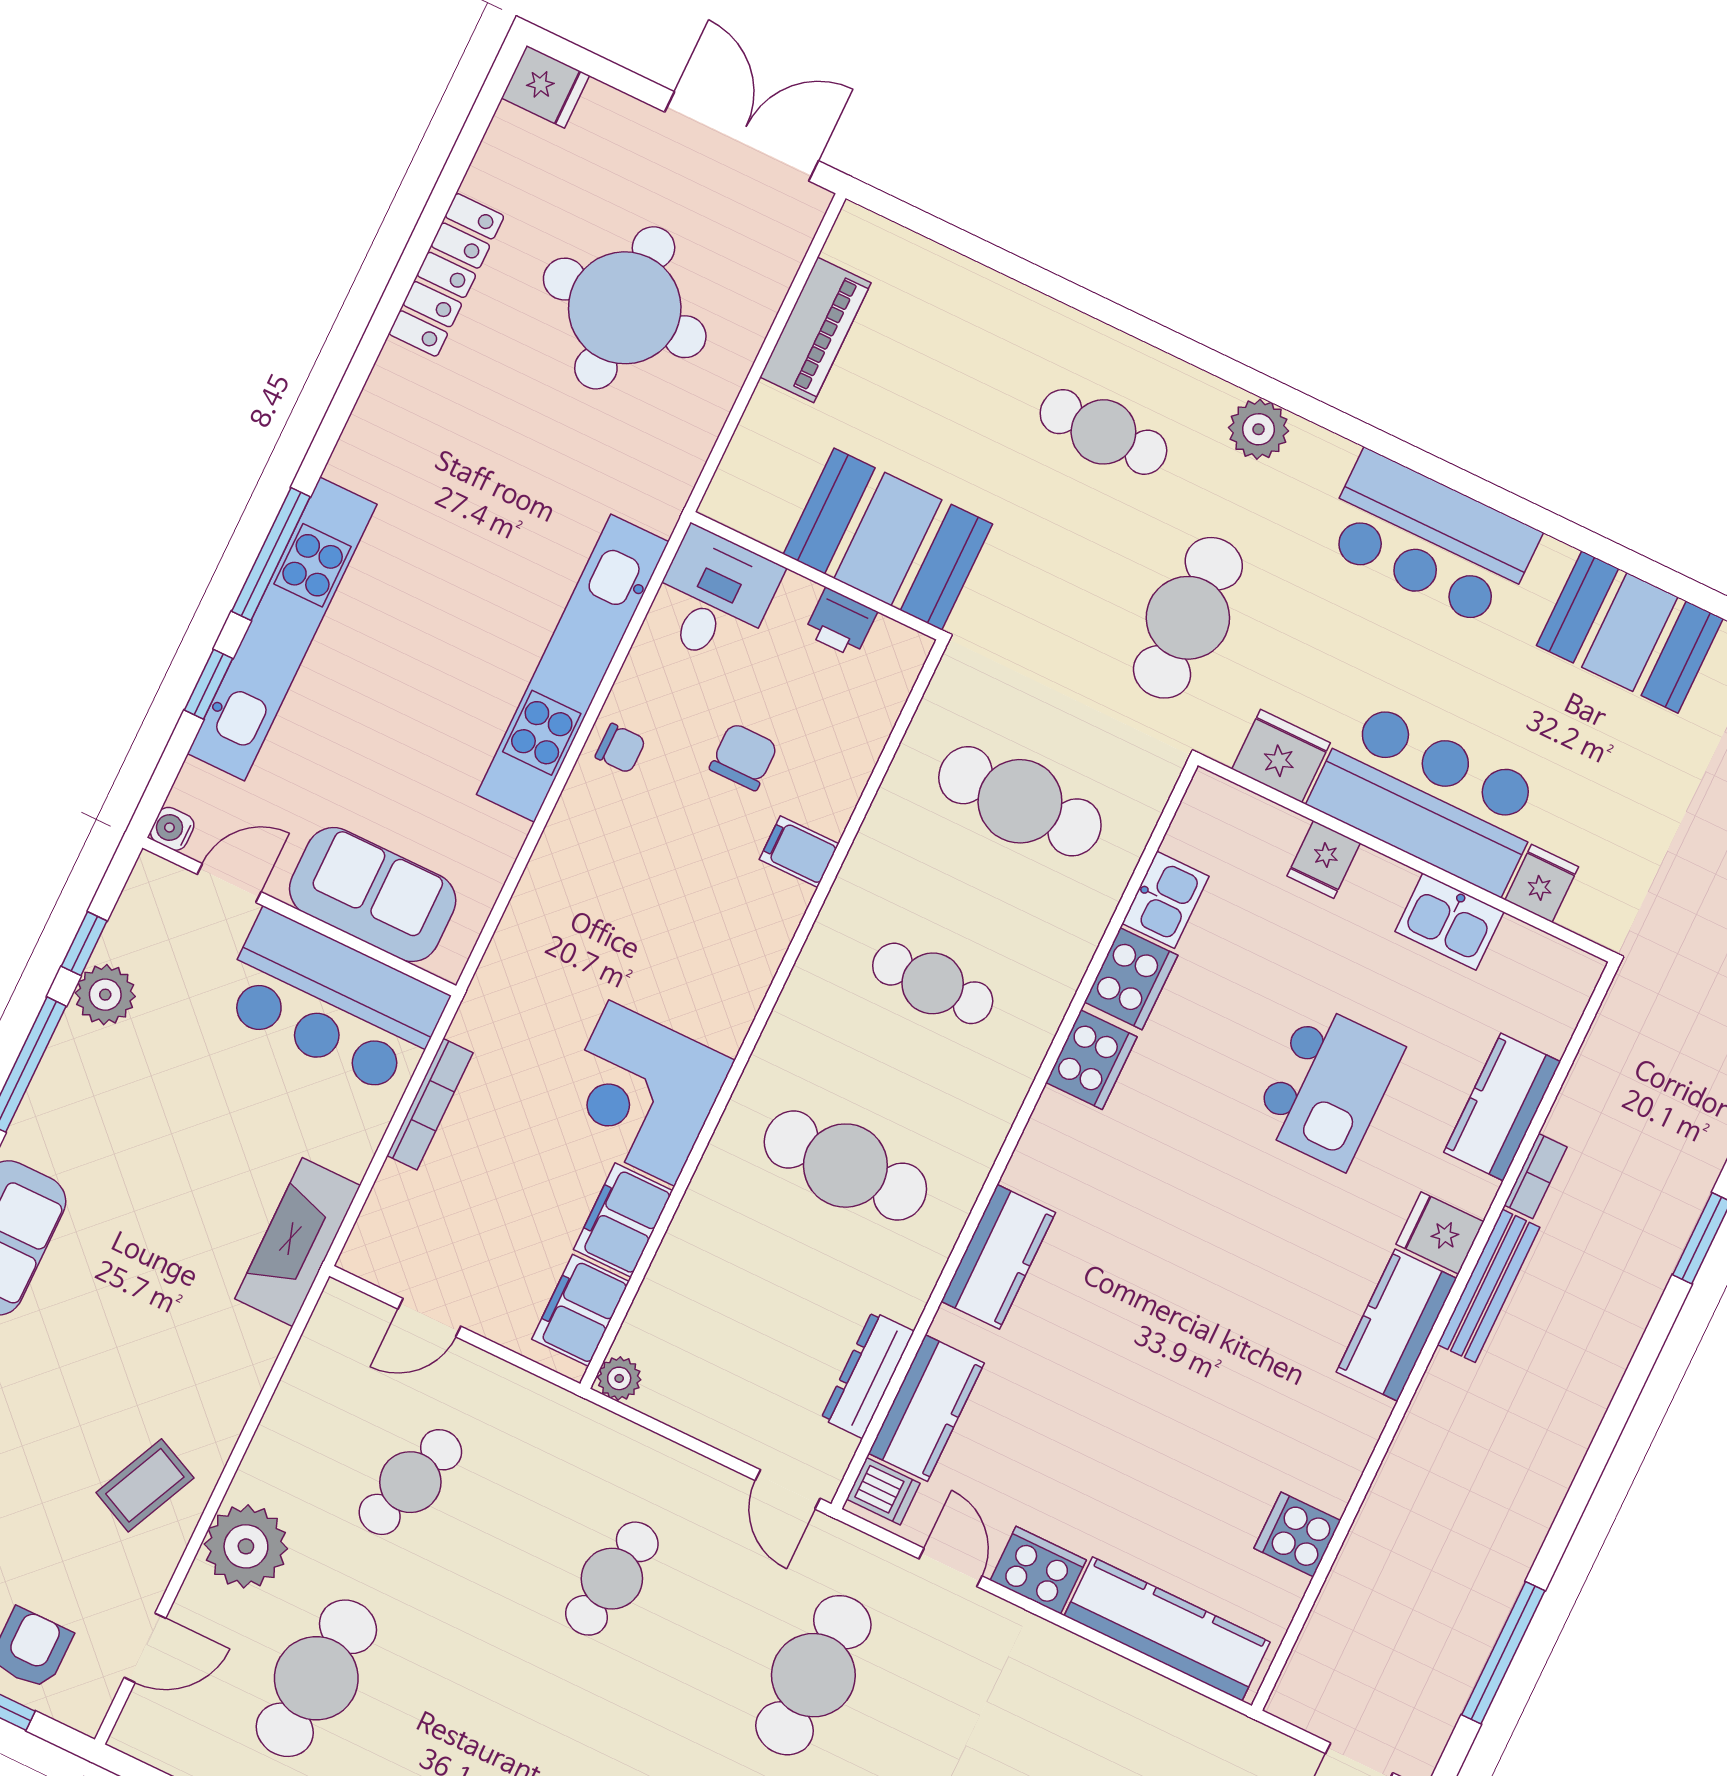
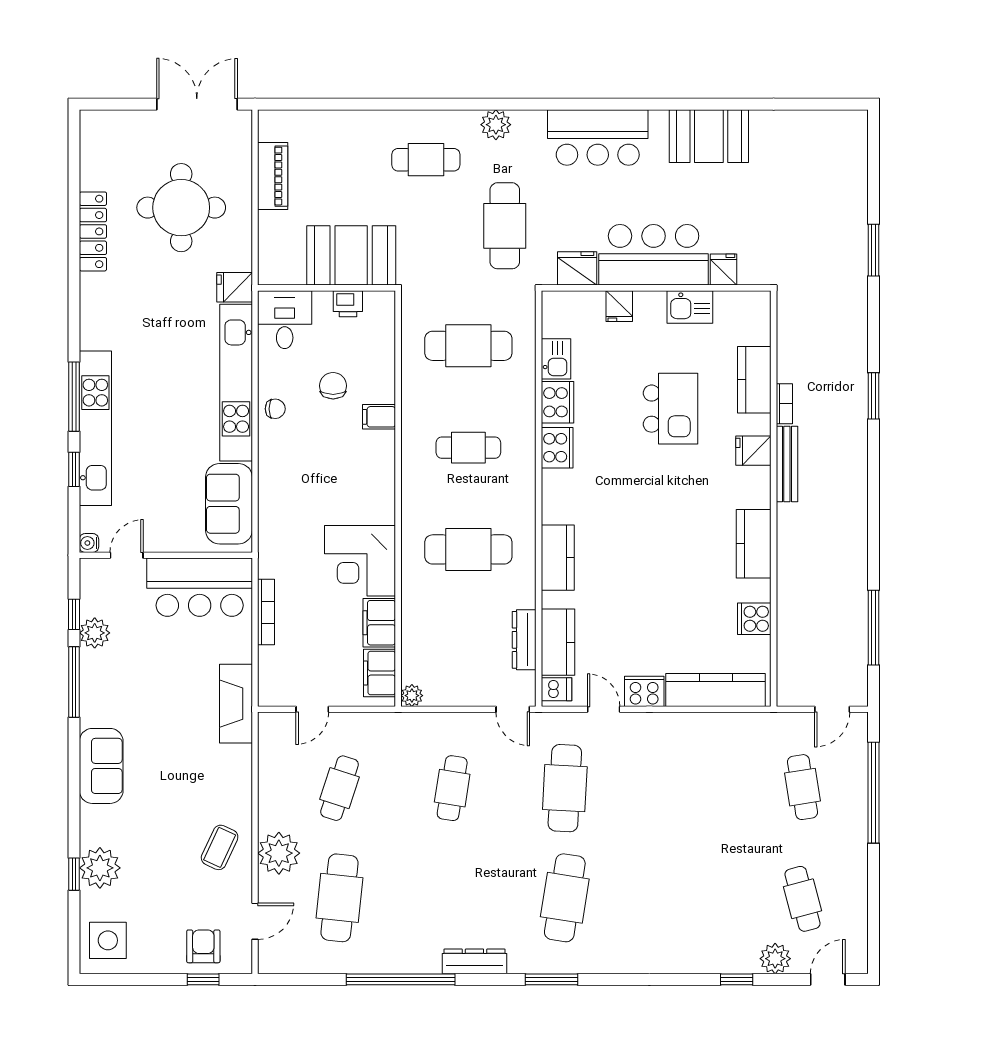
fridge: (545, 87) -> (235, 287), moved, turned 180
sofa: (373, 895) -> (229, 504), moved, turned -90
kitchen counter: (1397, 1325) -> (754, 544), moved

